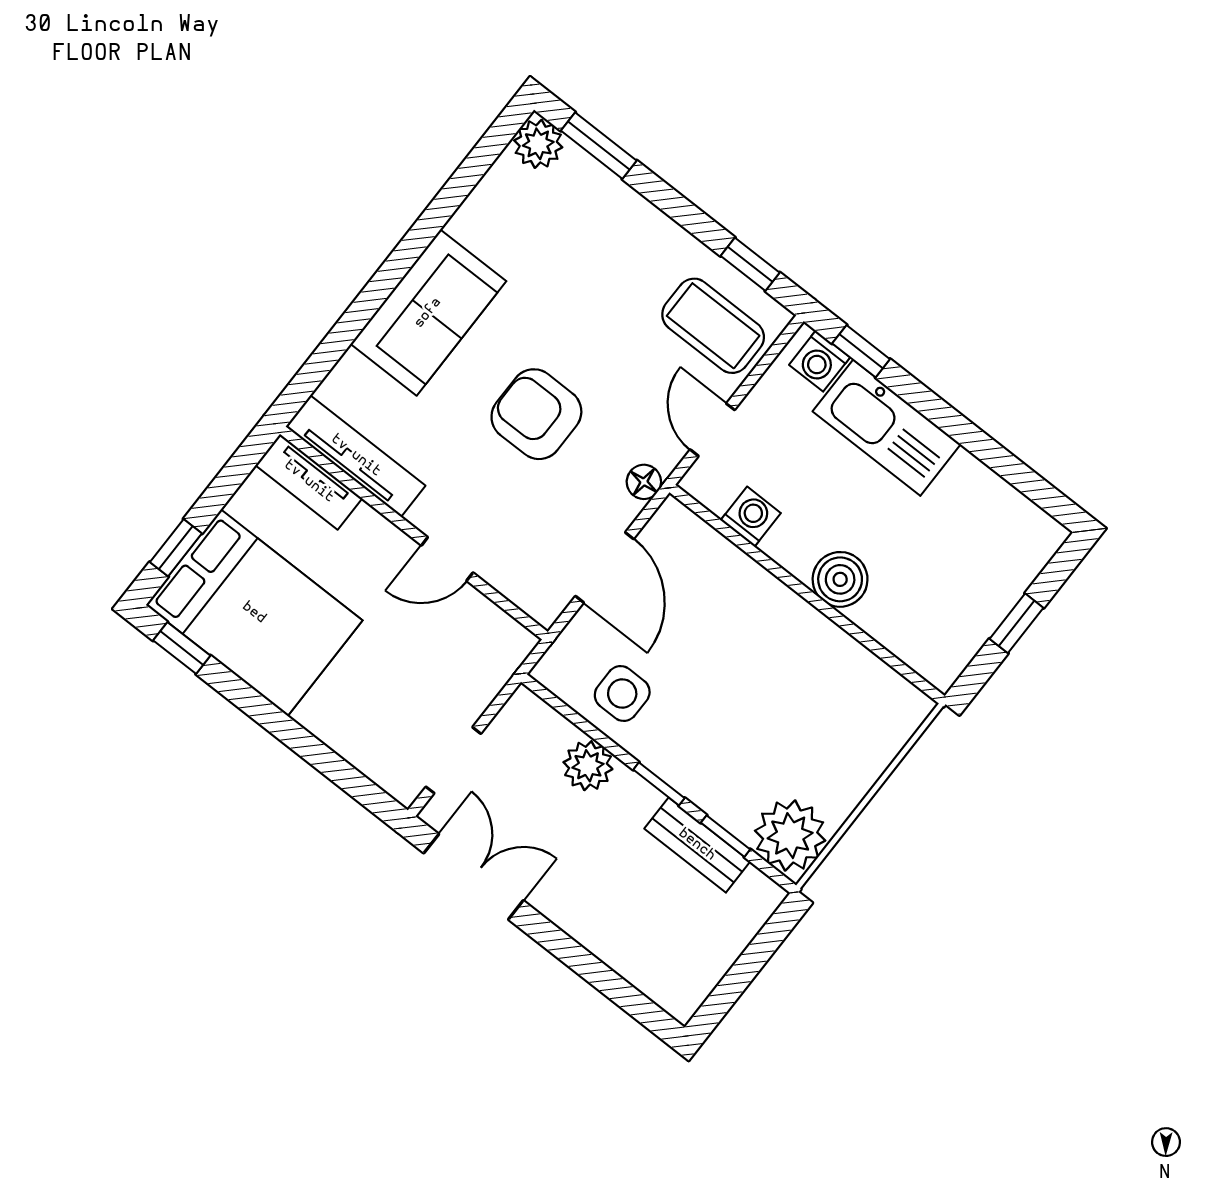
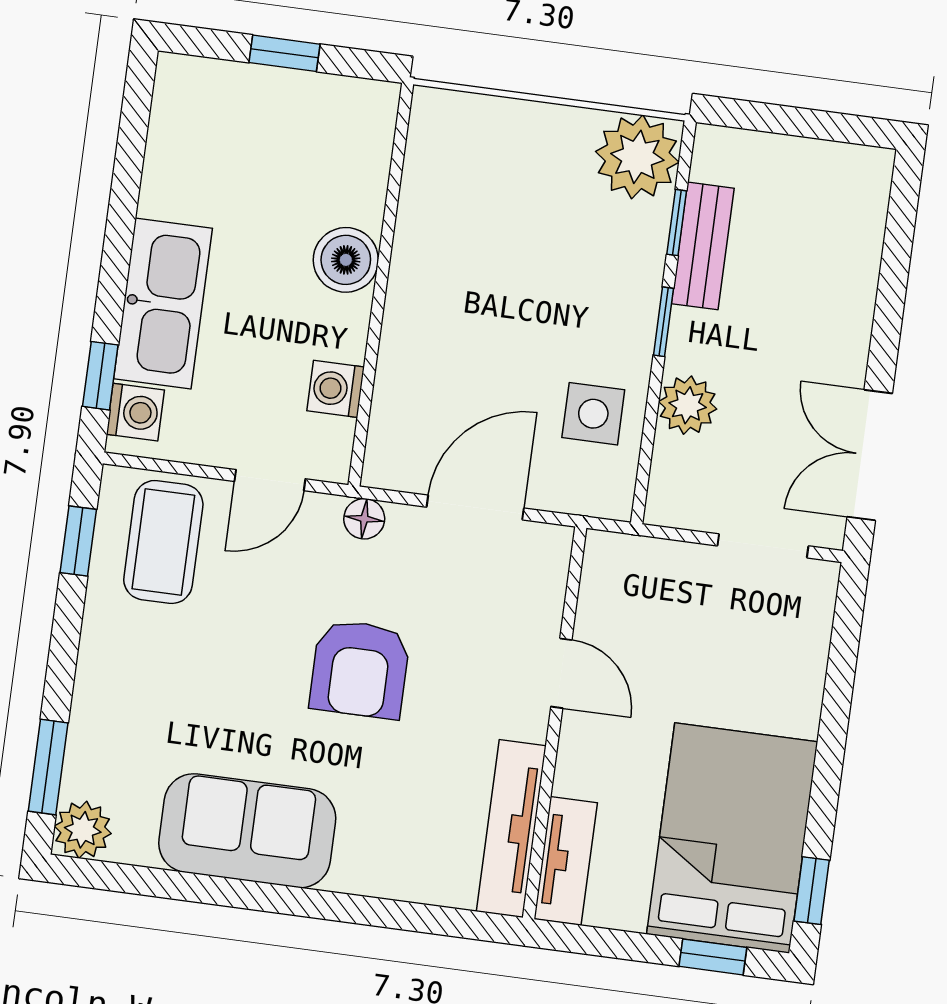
sofa: (428, 313) -> (247, 831), moved

